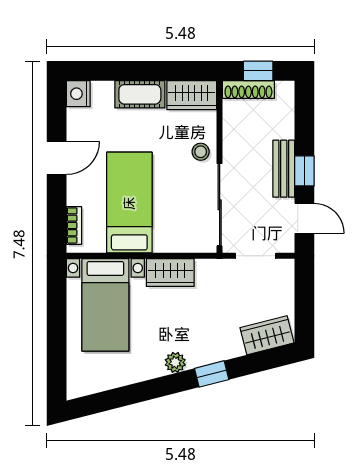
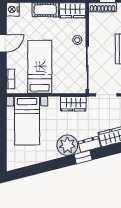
wardrobe: (170, 273) -> (73, 104), moved
dresser: (224, 350) -> (89, 144), added
plant: (175, 362) -> (67, 145), width x1.87, depth x1.87

